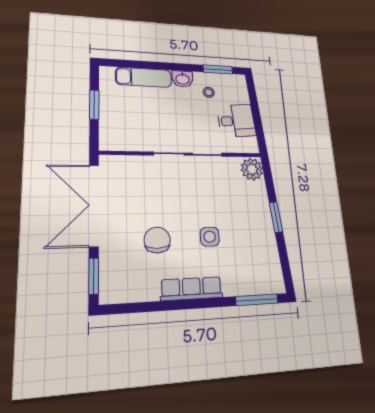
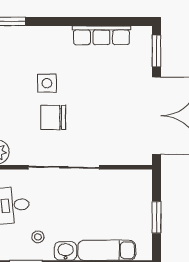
chair: (157, 240) -> (53, 117), moved, turned 90
row of seats: (191, 289) -> (101, 35), moved

